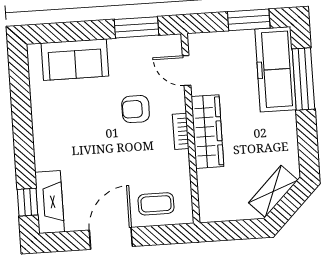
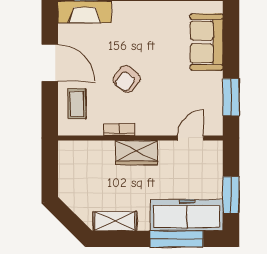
armchair: (136, 109) -> (127, 79), moved, turned -141
bookcase: (181, 131) -> (119, 129), moved
wardrobe: (207, 132) -> (137, 153), width x0.67
shelving: (273, 191) -> (115, 221), moved, turned -45

